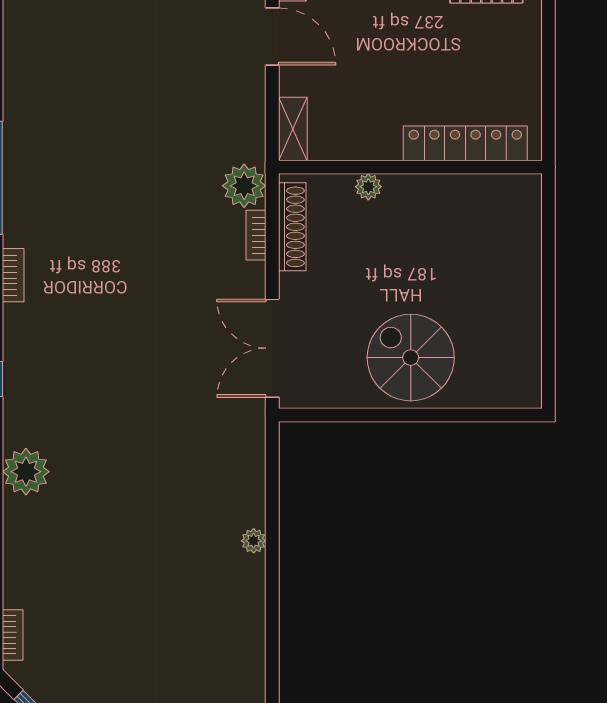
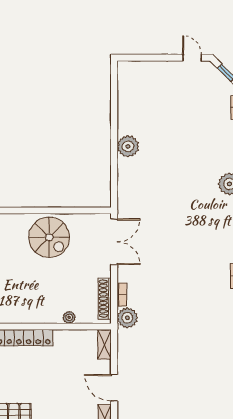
plant: (254, 541) -> (128, 146), width x1.88, depth x1.88

